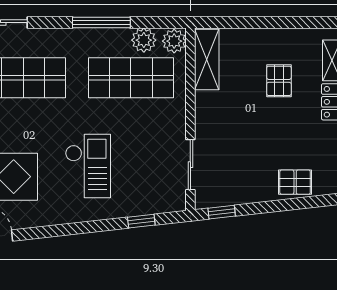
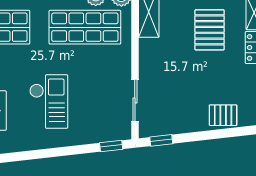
pallet: (279, 81) -> (210, 30), width x1.50, depth x1.42
window: (141, 221) -> (111, 146), moved

